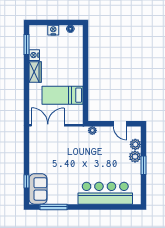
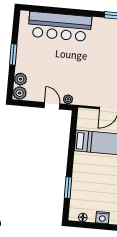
window: (86, 54) -> (68, 188), added
door: (120, 124) -> (52, 106), moved
plant: (135, 157) -> (20, 93), moved

